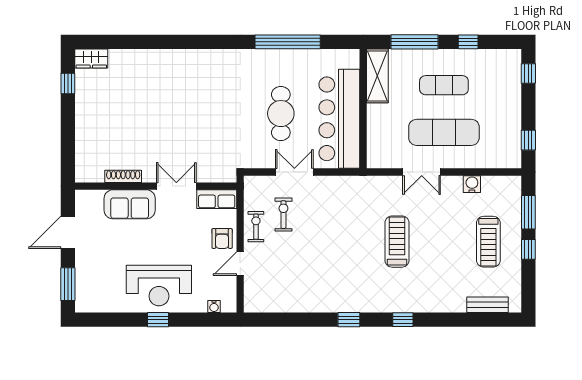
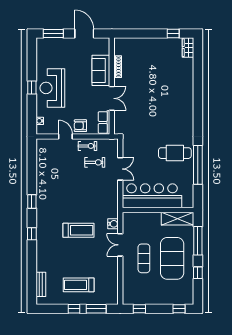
exercise mat: (444, 85) -> (172, 258), width x2.00, depth x1.45
cafe table: (281, 114) -> (175, 153), moved
exercise mat: (444, 132) -> (144, 258), width x0.73, depth x0.69
water cooler: (472, 184) -> (113, 224), moved

